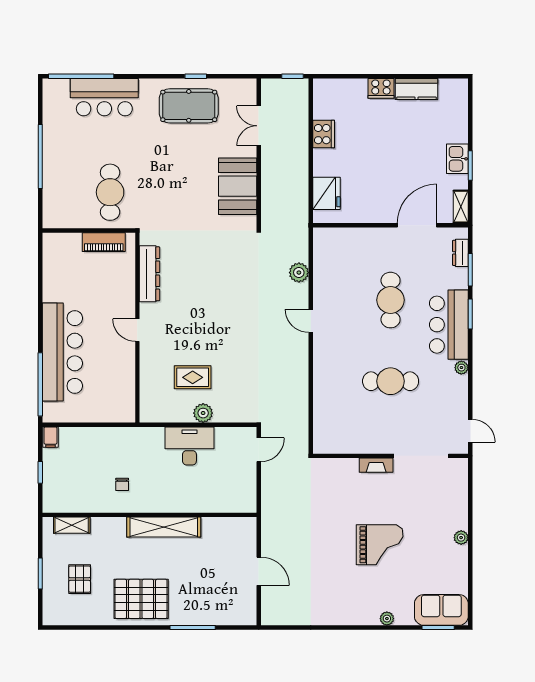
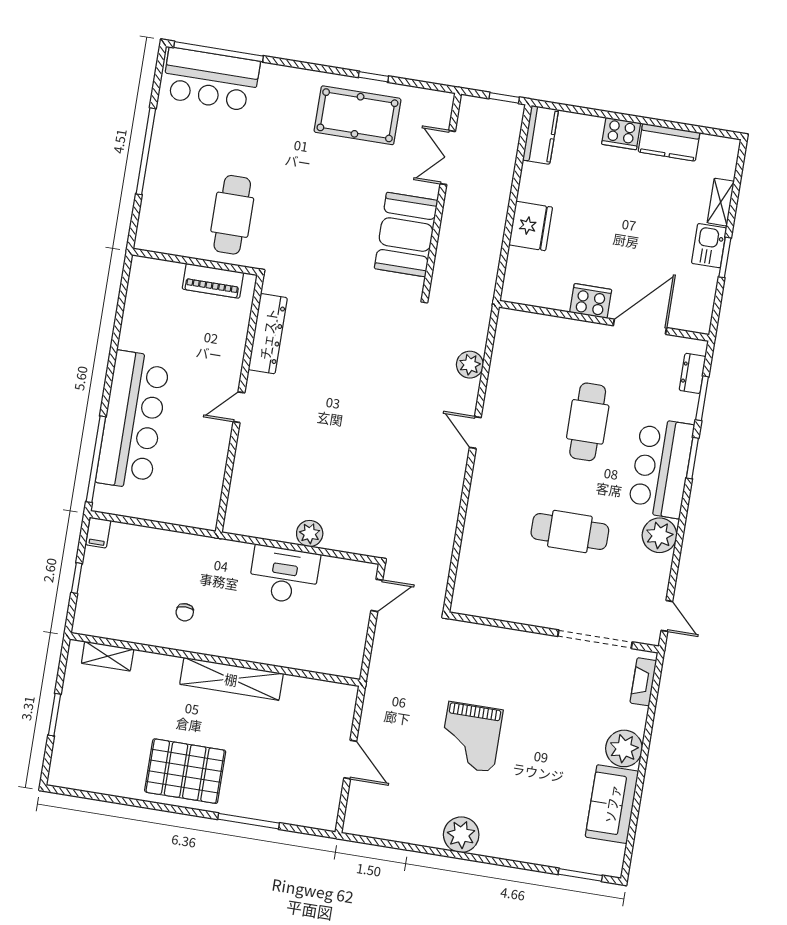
bar counter: (104, 97) -> (211, 79), moved
kitchen counter: (323, 99) -> (540, 135), added
cooker: (324, 134) -> (591, 301), moved, turned -90
fridge: (327, 193) -> (531, 226), moved
shelving: (461, 207) -> (721, 202), moved
door: (137, 330) -> (239, 407), hinge flipped
plant: (461, 368) -> (659, 535), width x1.88, depth x1.88
rug: (193, 377) -> (303, 483), removed
fireplace: (376, 465) -> (643, 682), moved, turned 90
plant: (461, 538) -> (624, 748), width x1.88, depth x1.88
grand piano: (380, 545) -> (471, 737), moved, turned 90
pallet: (80, 579) -> (106, 731), removed
sofa: (441, 610) -> (612, 804), moved, turned -90
plant: (387, 619) -> (461, 835), moved, width x1.87, depth x1.87

